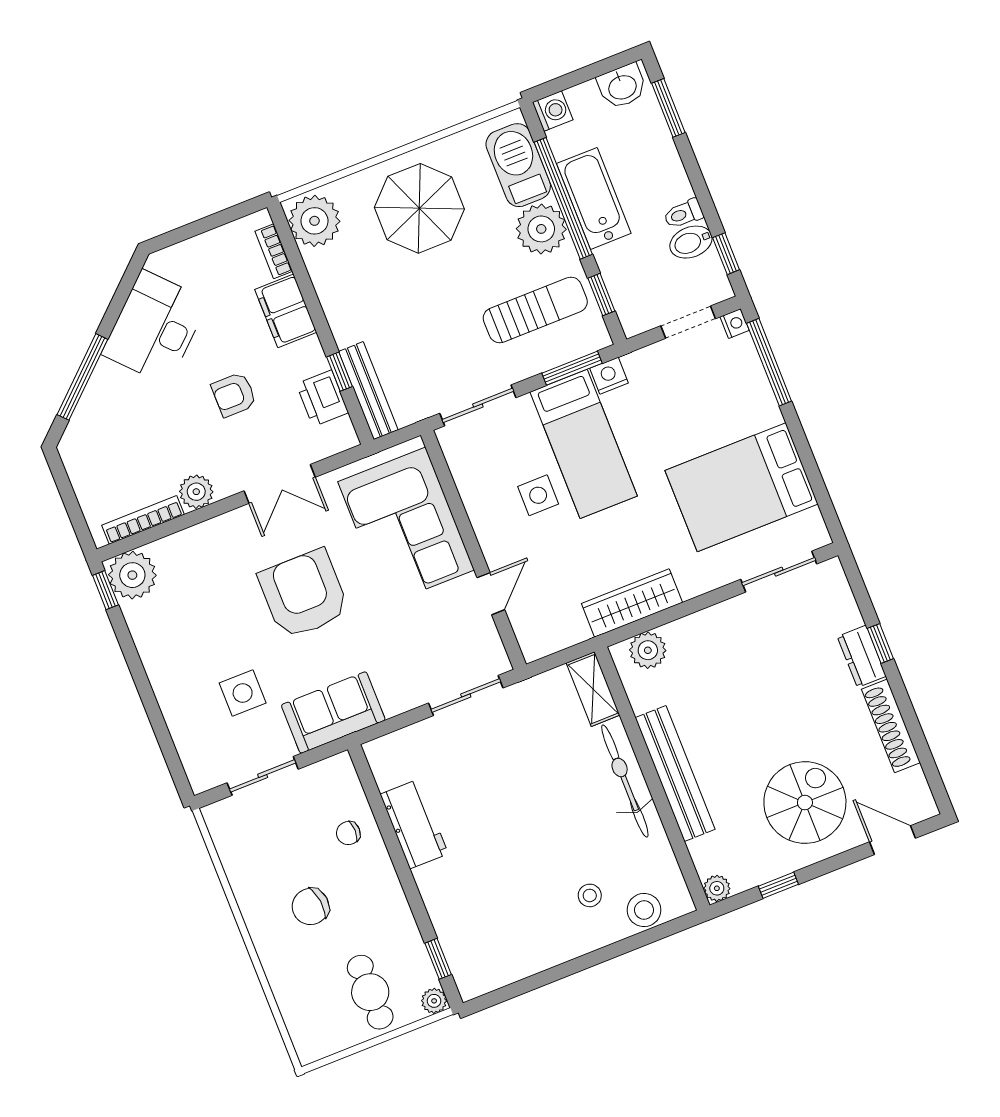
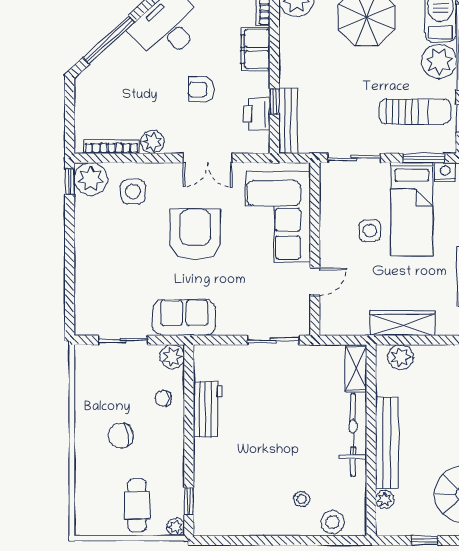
side table: (243, 693) -> (133, 192), moved
plant: (338, 772) -> (172, 357), added
plant: (717, 888) -> (385, 500), moved

